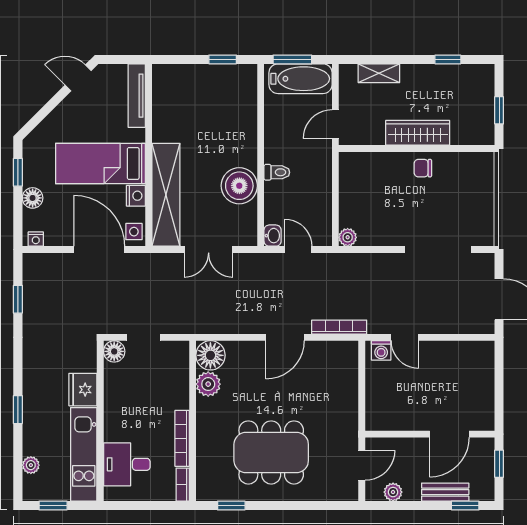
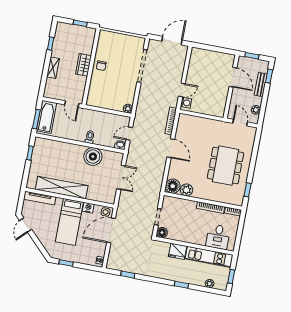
shelving: (379, 73) -> (53, 68), moved
wardrobe: (418, 133) -> (84, 65), width x0.67
shelving: (166, 195) -> (62, 188), moved
floor lamp: (33, 198) -> (80, 258), removed

